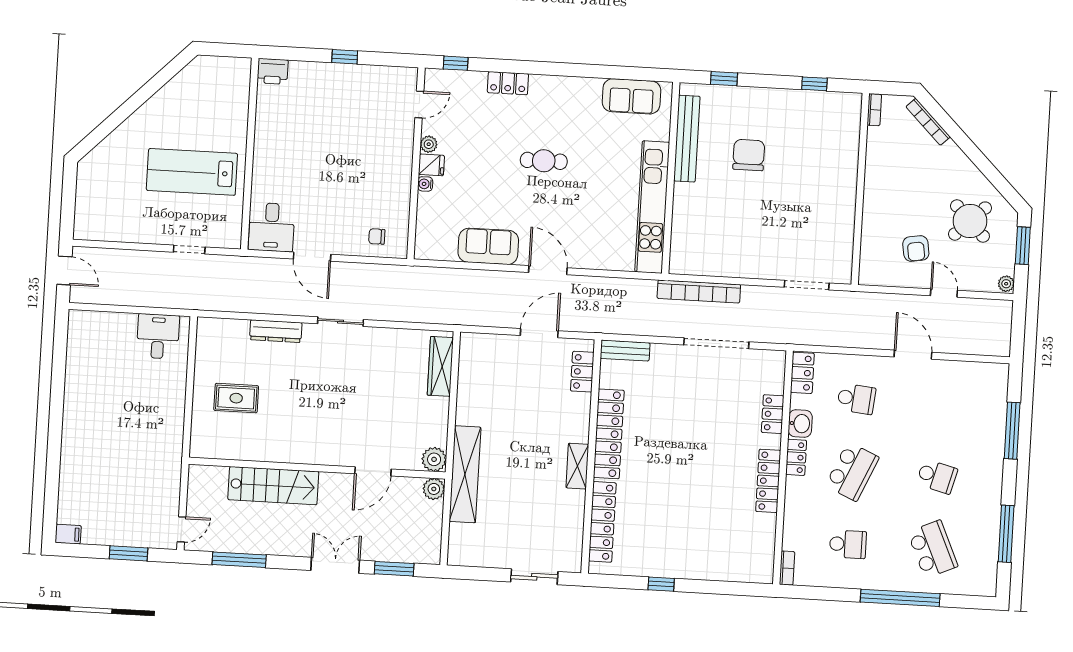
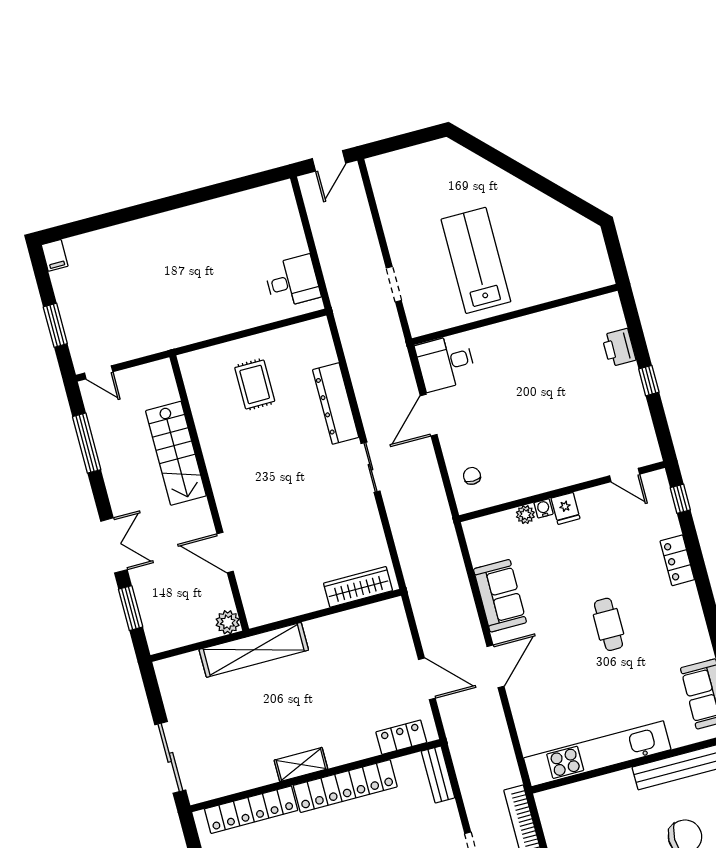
printer: (273, 71) -> (619, 348), moved
plant: (429, 144) -> (525, 515), moved
dresser: (276, 331) -> (336, 403), width x1.37, depth x1.24
plant: (434, 459) -> (259, 612), removed
sliding door: (534, 577) -> (170, 757), width x1.37

